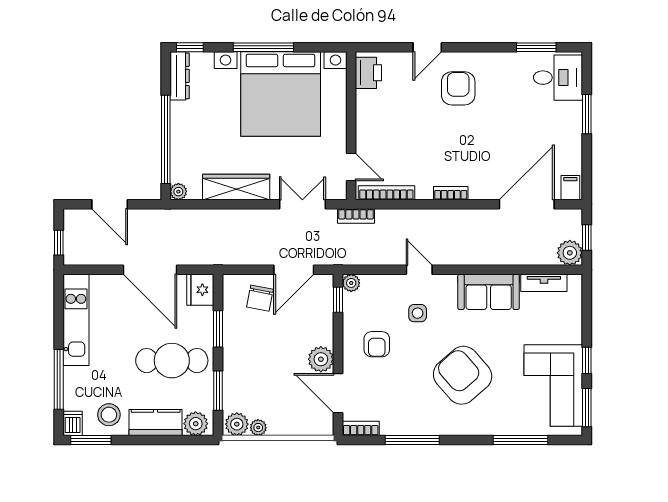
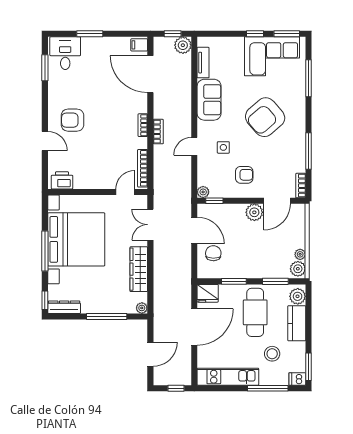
window: (166, 139) -> (107, 317), width x0.68
bookcase: (356, 216) -> (158, 132), moved
chair: (260, 298) -> (213, 253), turned -100
stool: (109, 415) -> (272, 354), moved

